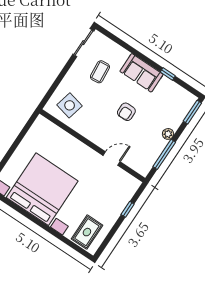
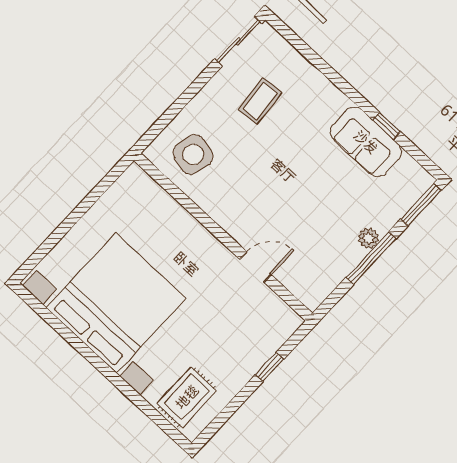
sofa: (141, 73) -> (366, 142), moved
armchair: (126, 112) -> (297, 184), removed
window: (164, 154) -> (371, 258), moved

